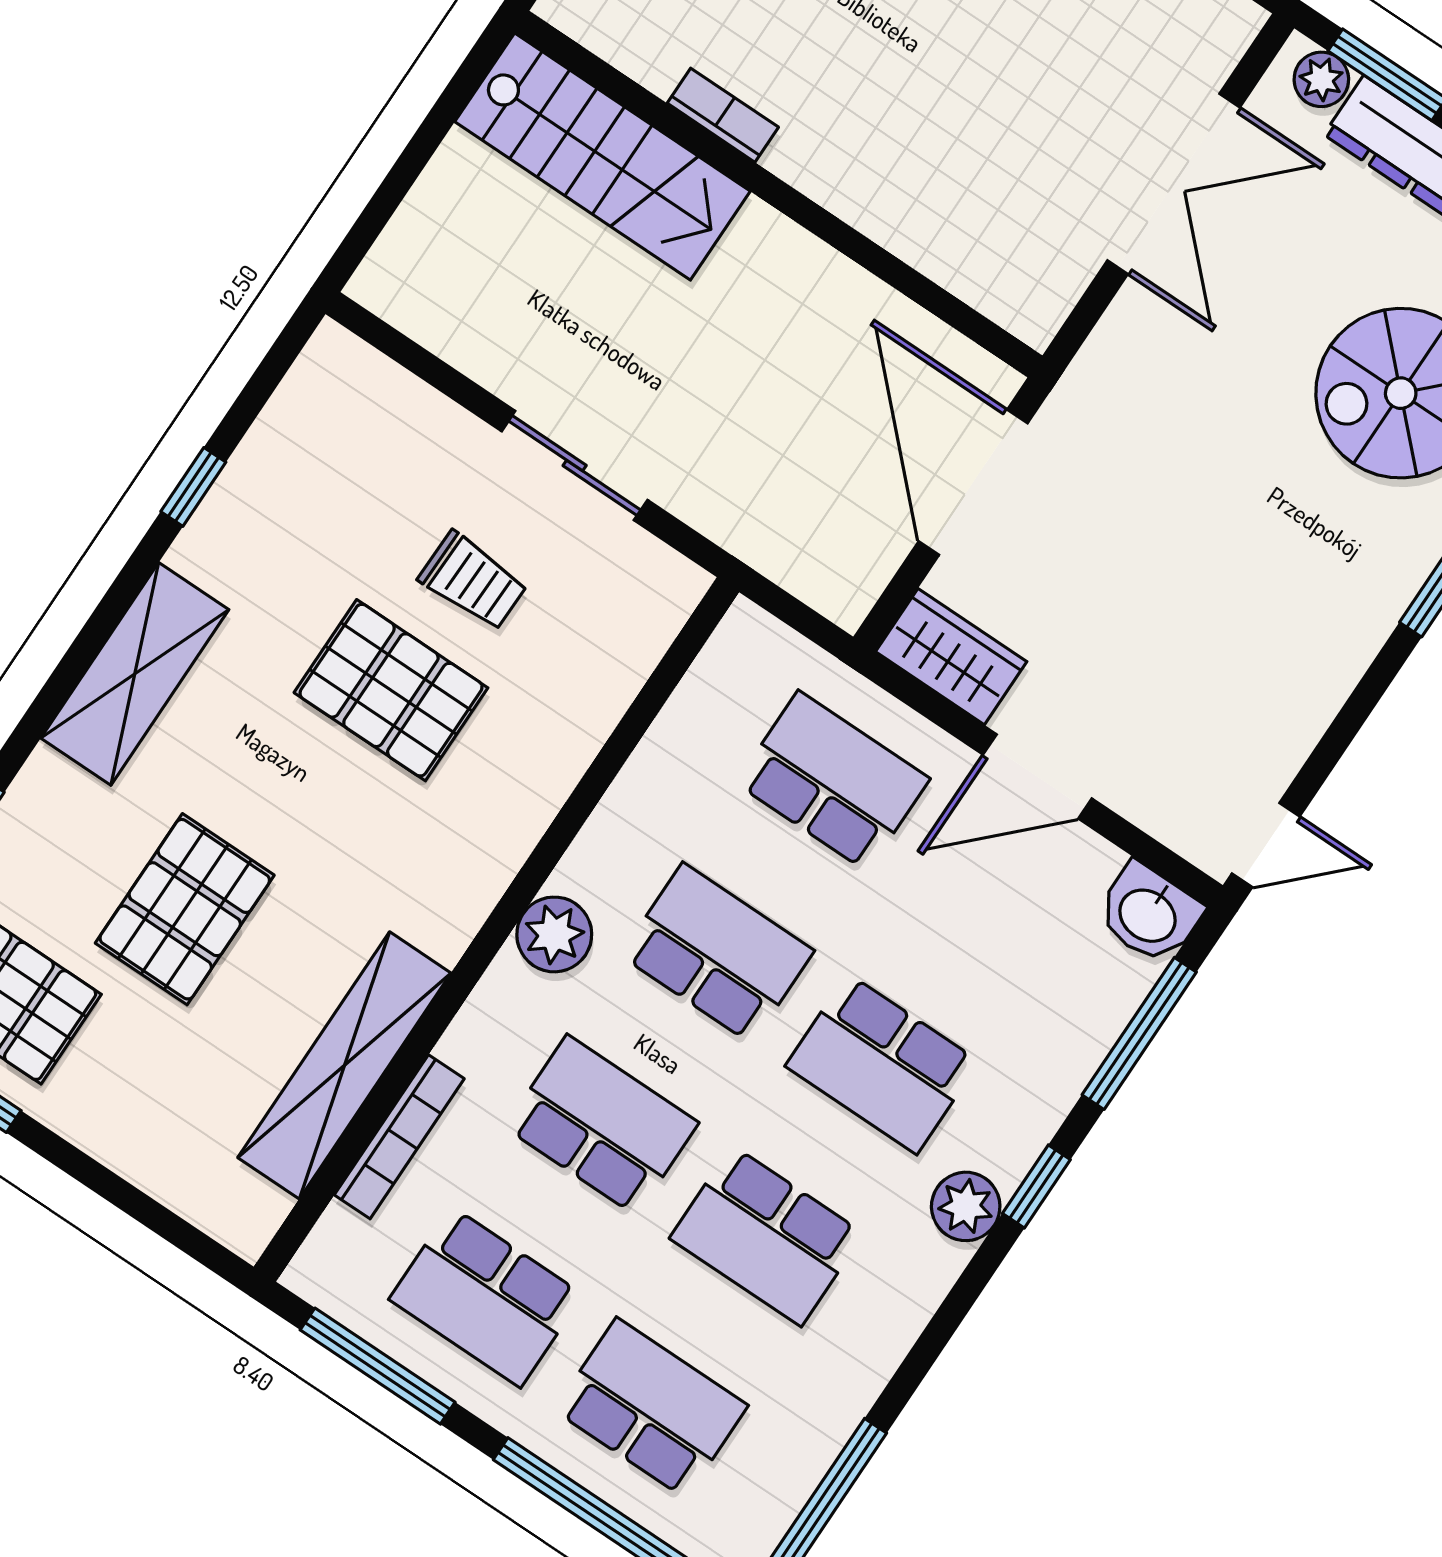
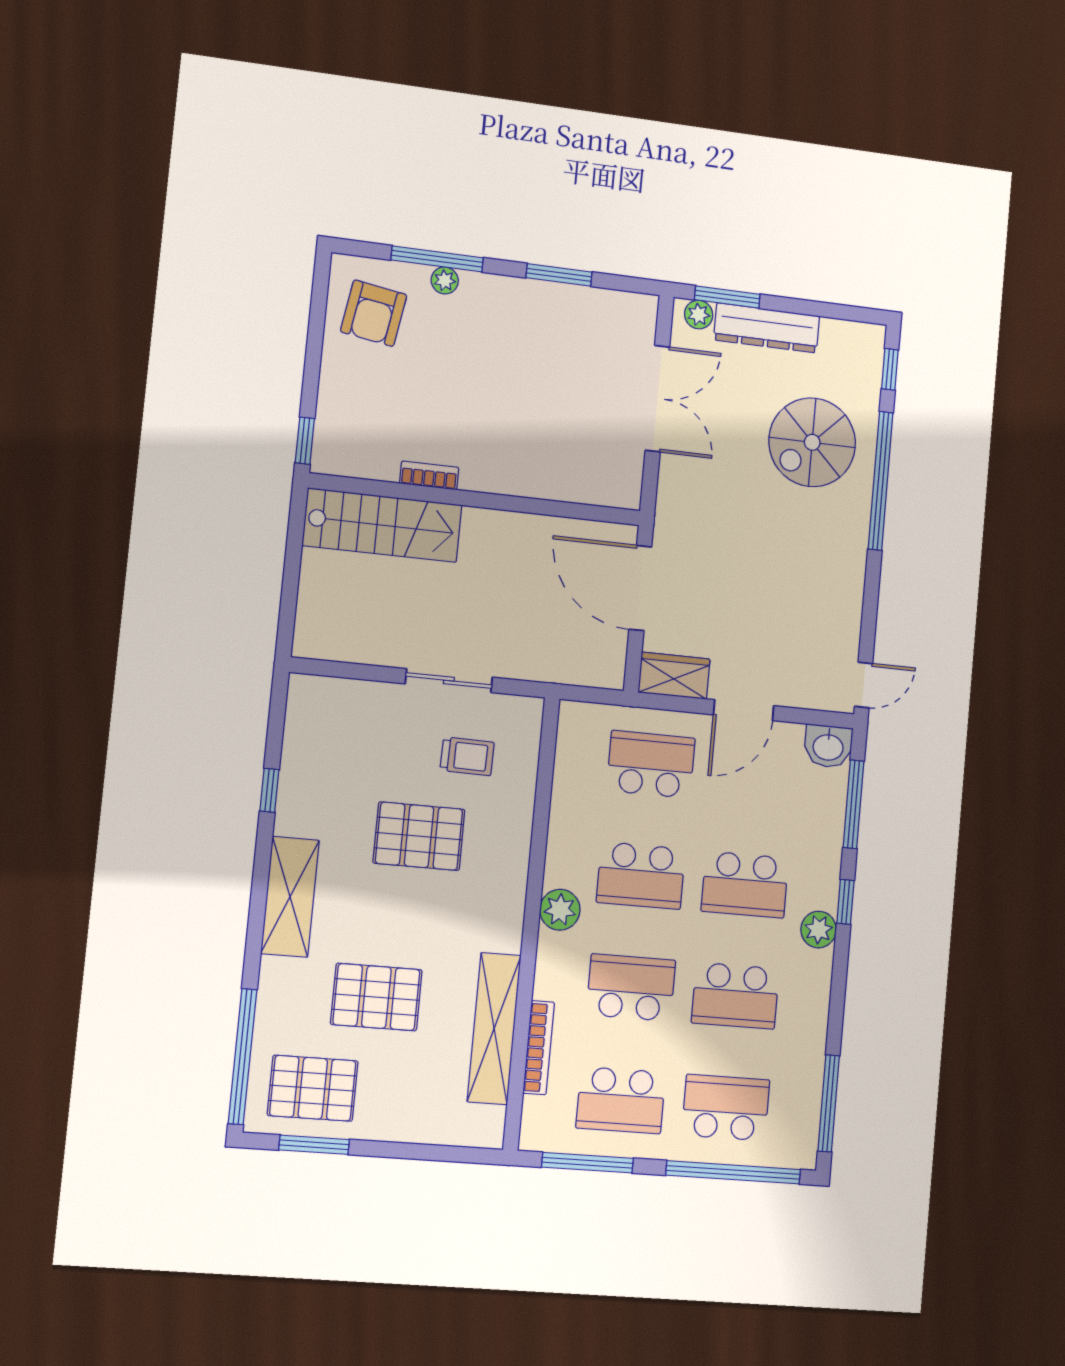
trolley: (473, 581) -> (467, 756), moved
pallet: (185, 909) -> (376, 997), turned 90
school desk: (717, 953) -> (641, 876), turned 180

